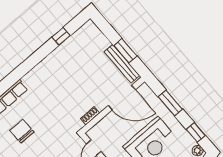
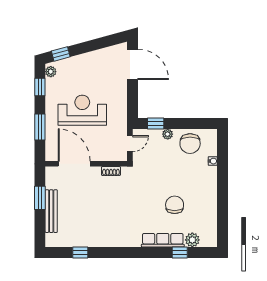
bench: (122, 64) -> (51, 211), moved
chair: (22, 131) -> (175, 205), turned 180

